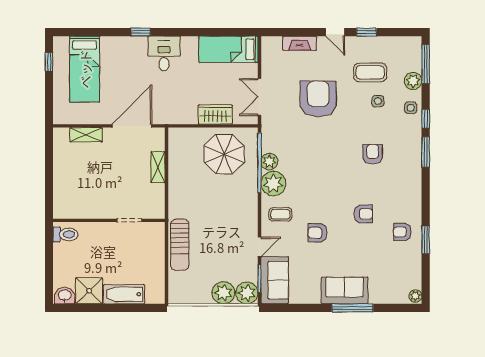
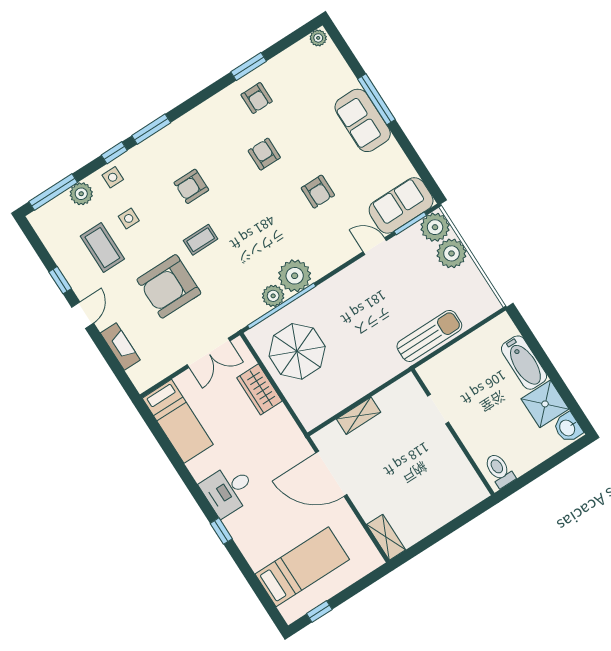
shelving: (86, 135) -> (386, 537), moved
coffee table: (280, 214) -> (201, 240), moved, turned 90

